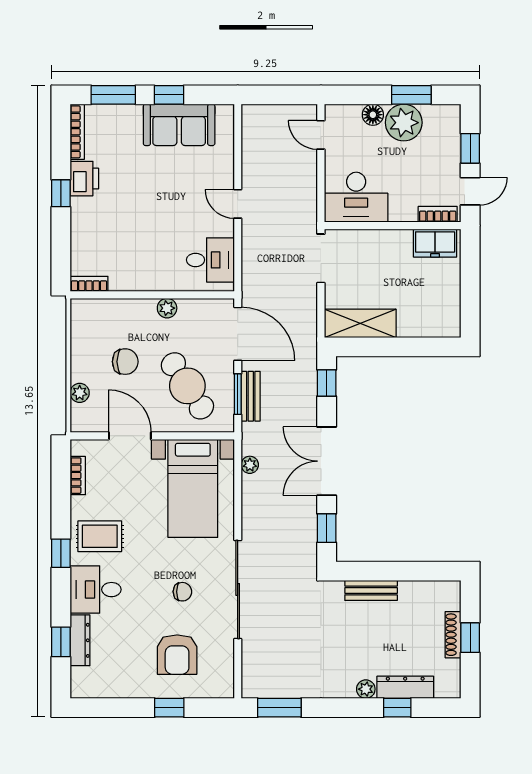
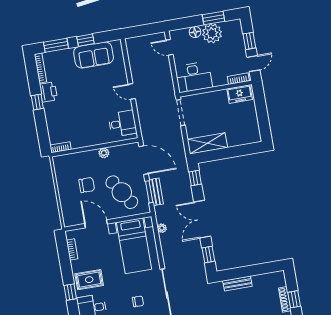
plant: (80, 393) -> (65, 206), removed

